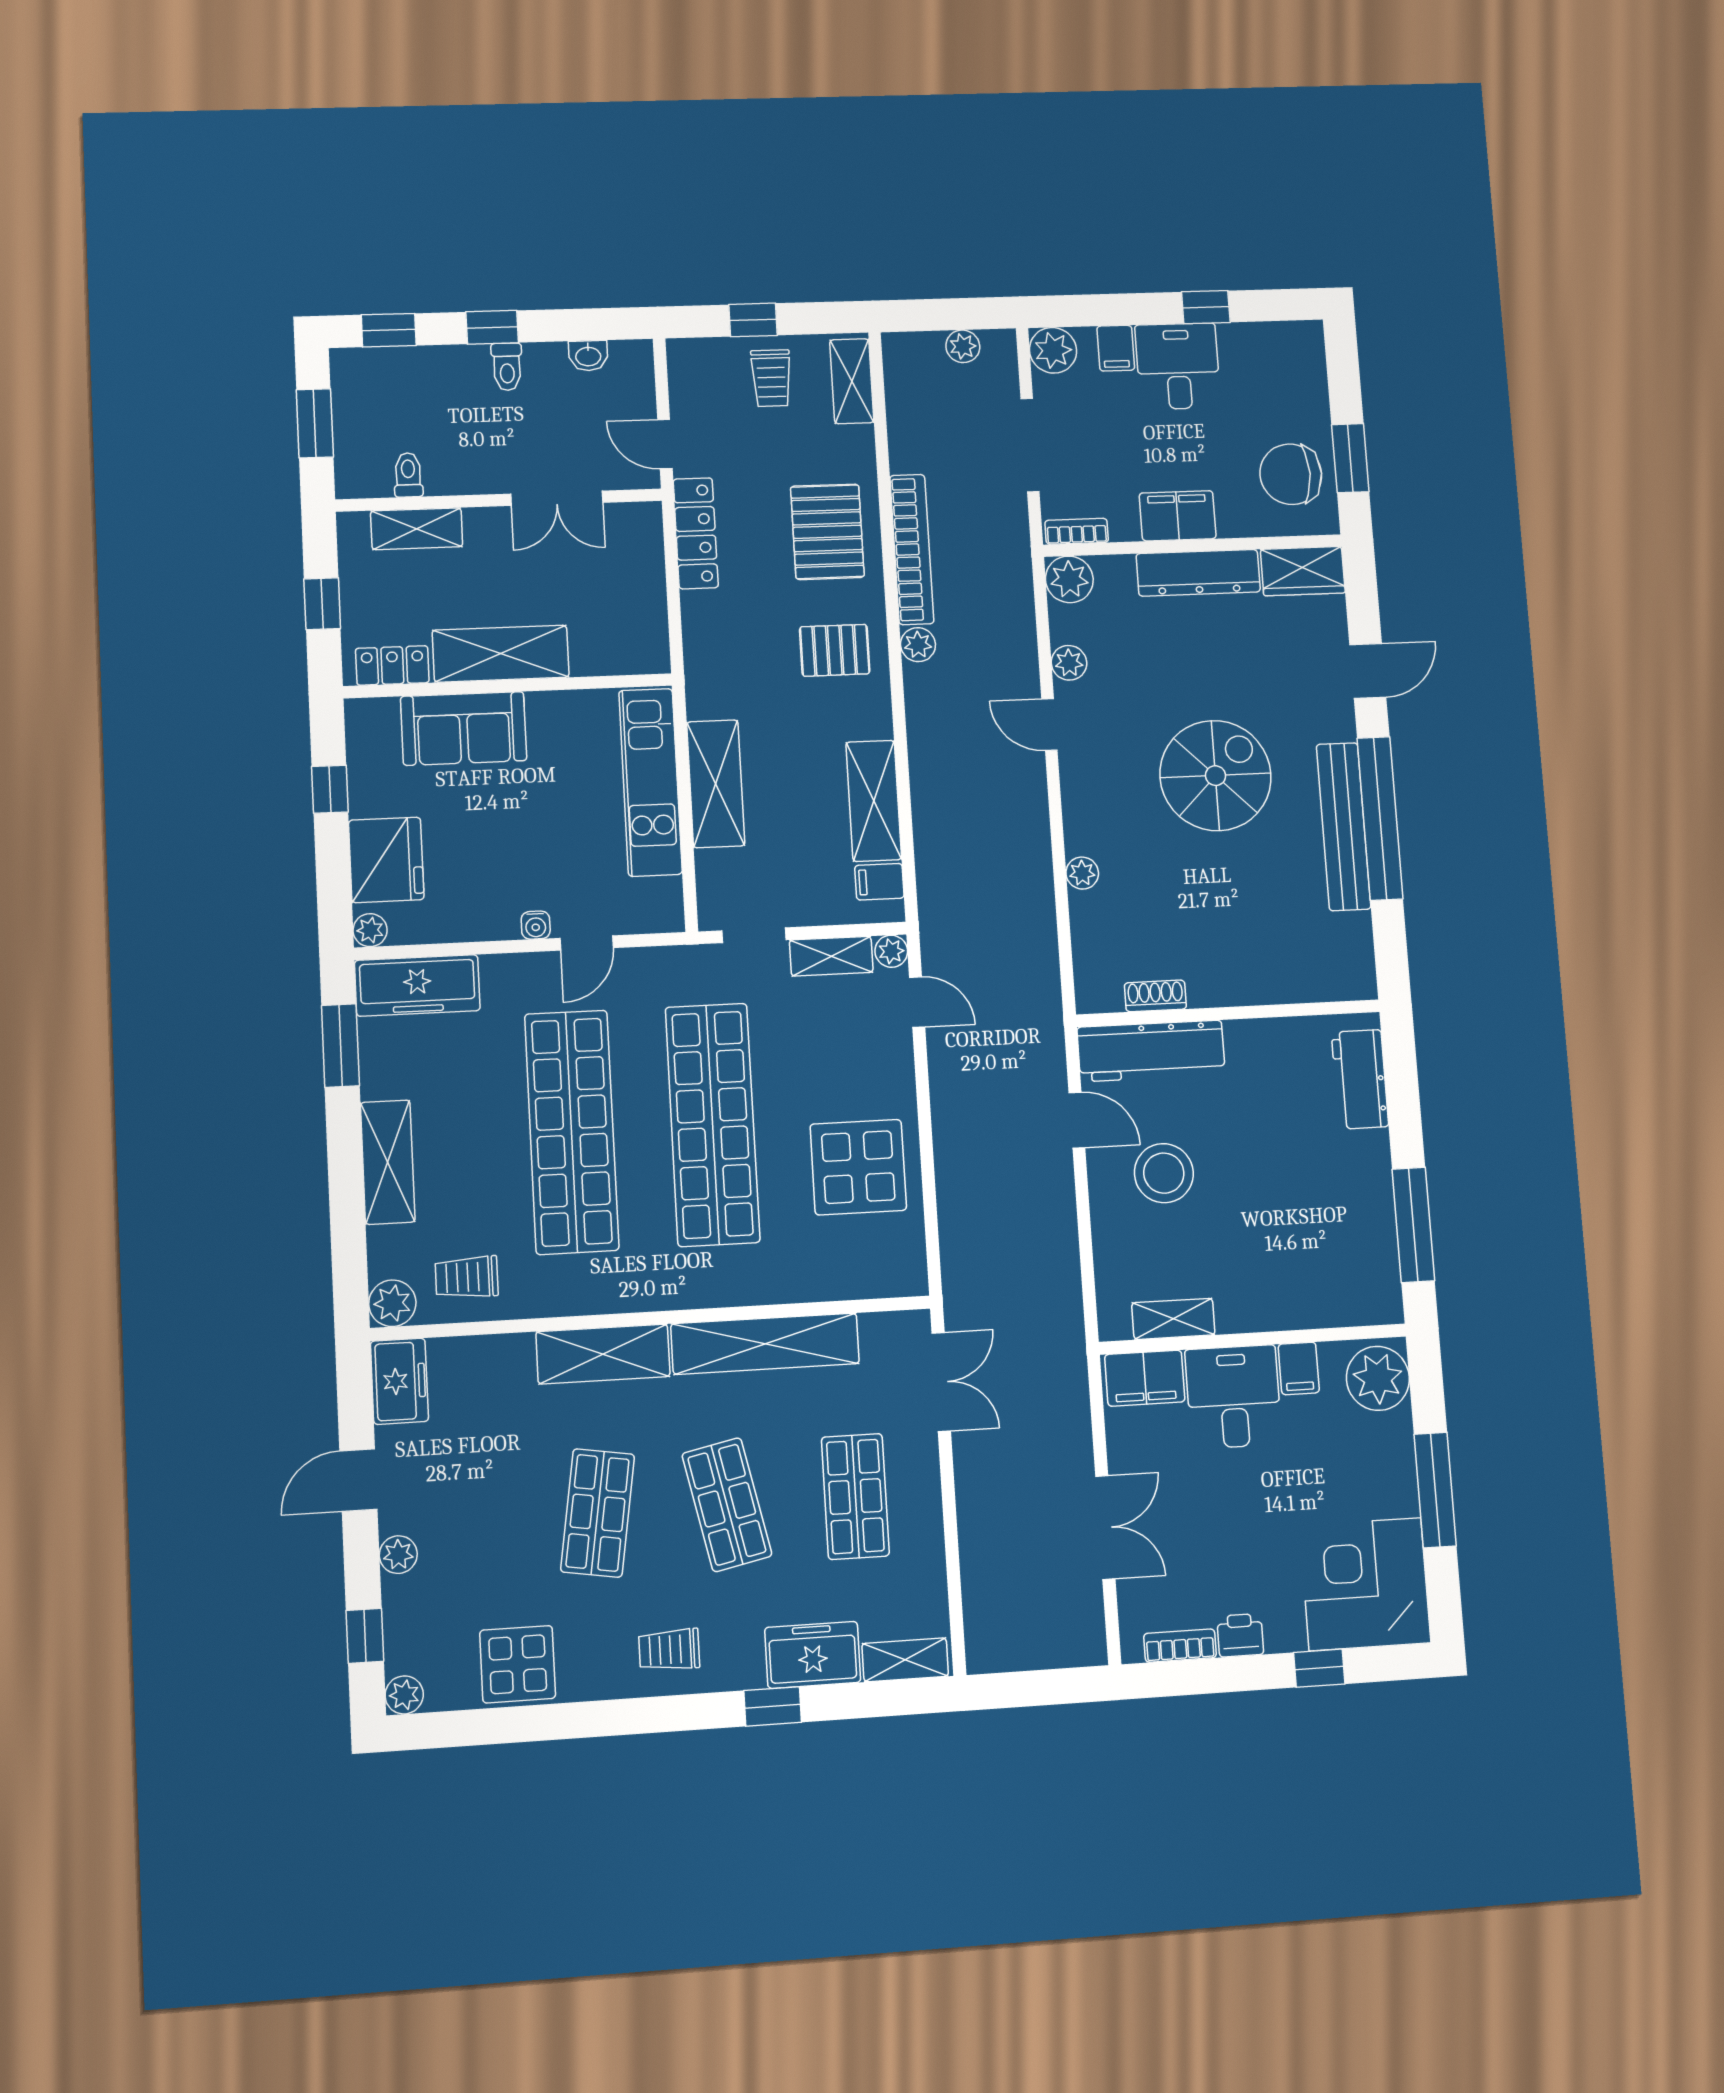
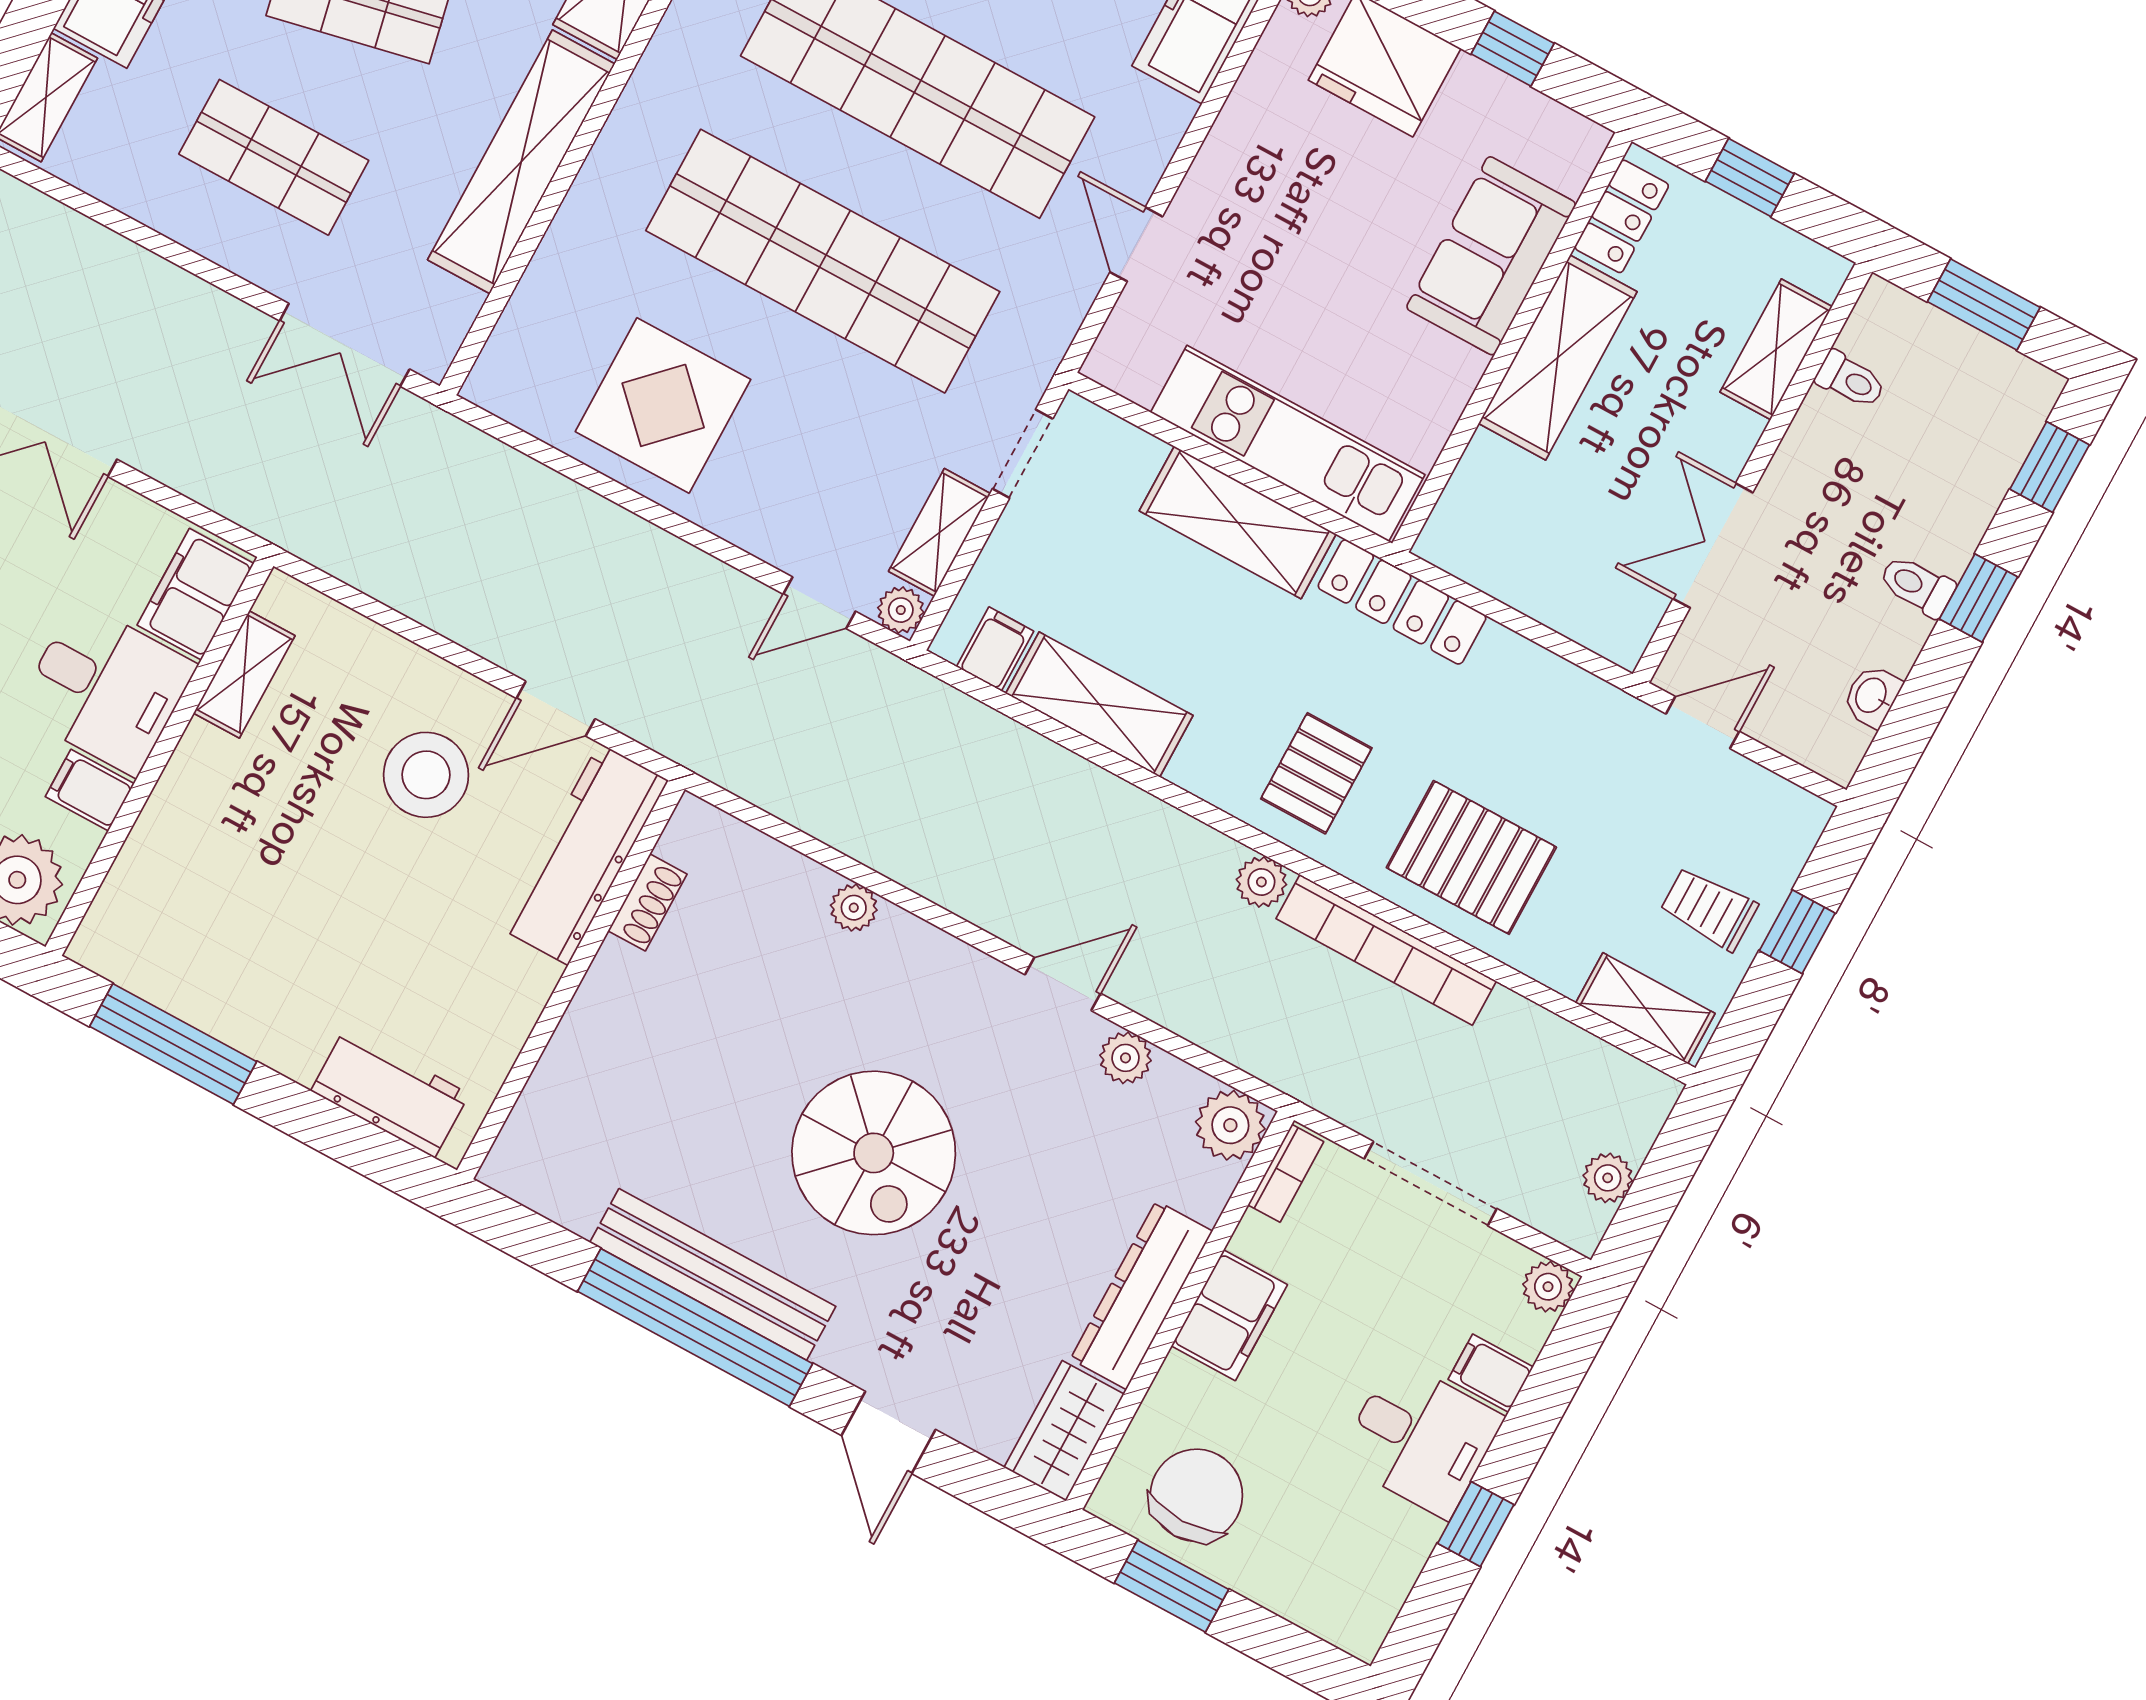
plant: (1053, 350) -> (1548, 1287), width x0.73, depth x0.73
locker: (696, 533) -> (1402, 602), moved
water cooler: (536, 925) -> (1196, 196), removed

